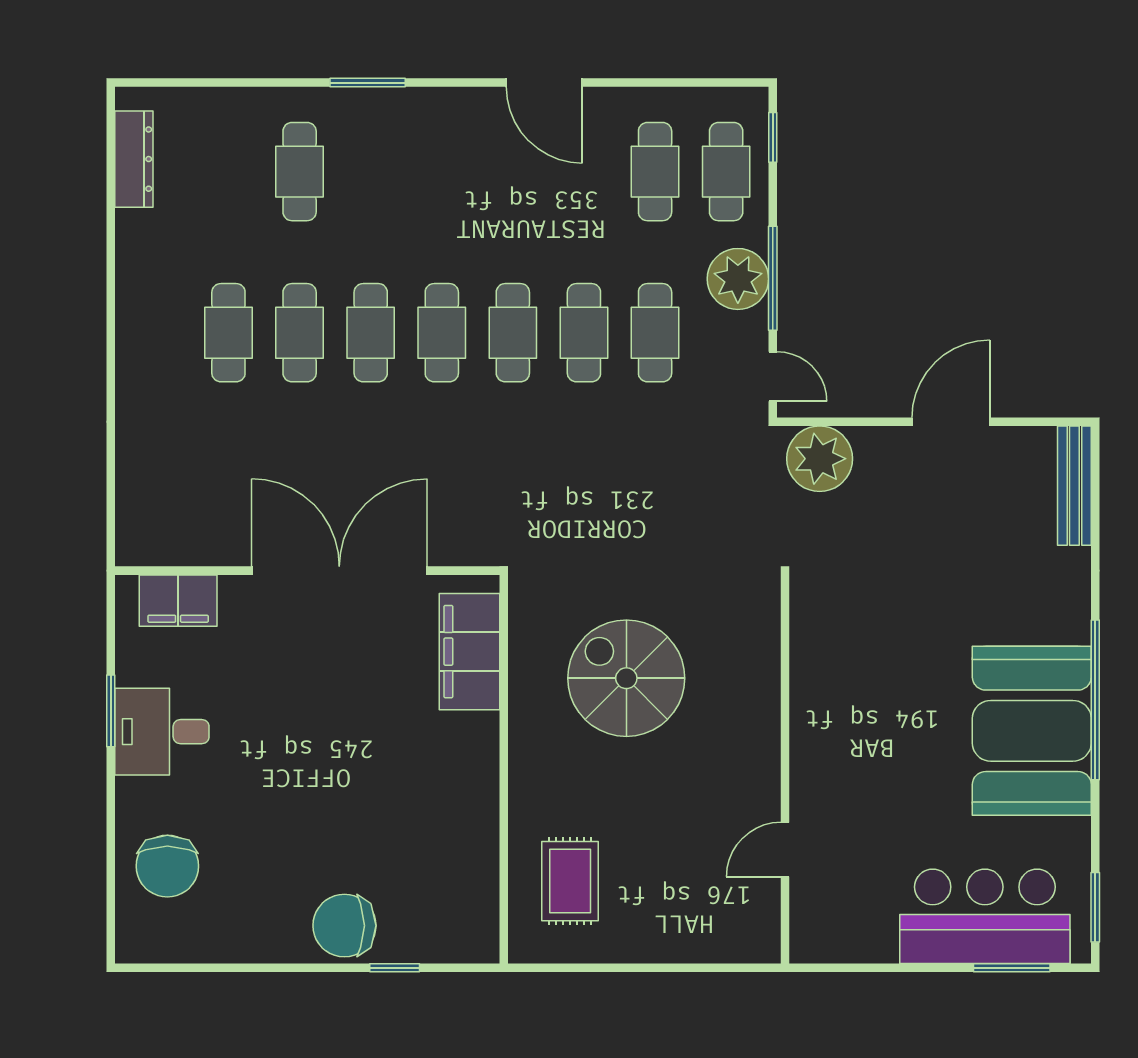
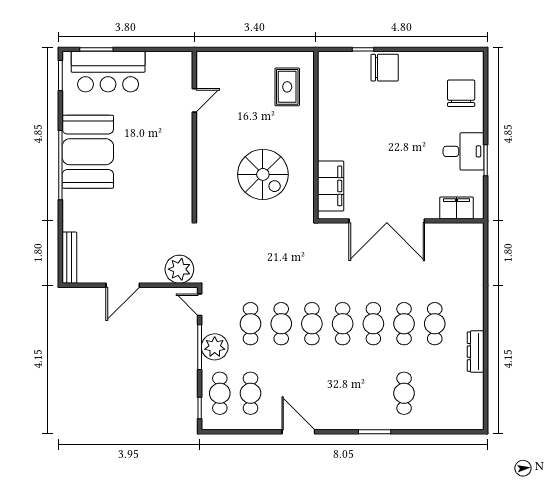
dresser: (134, 159) -> (476, 352), moved

